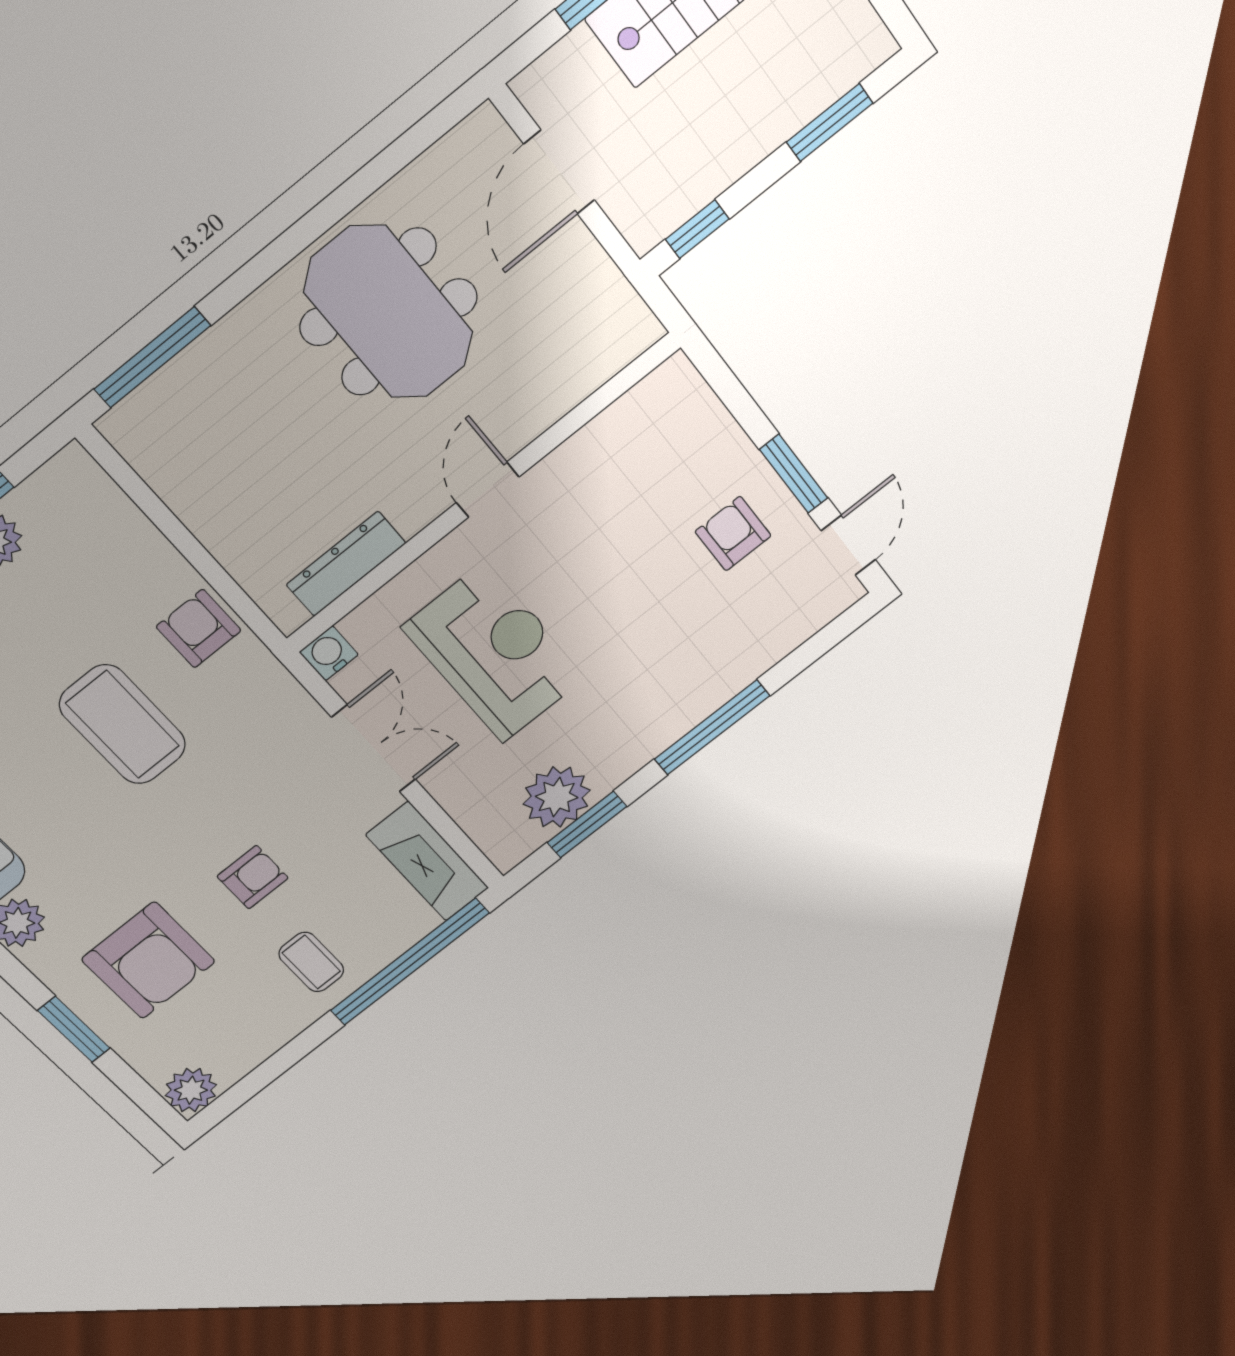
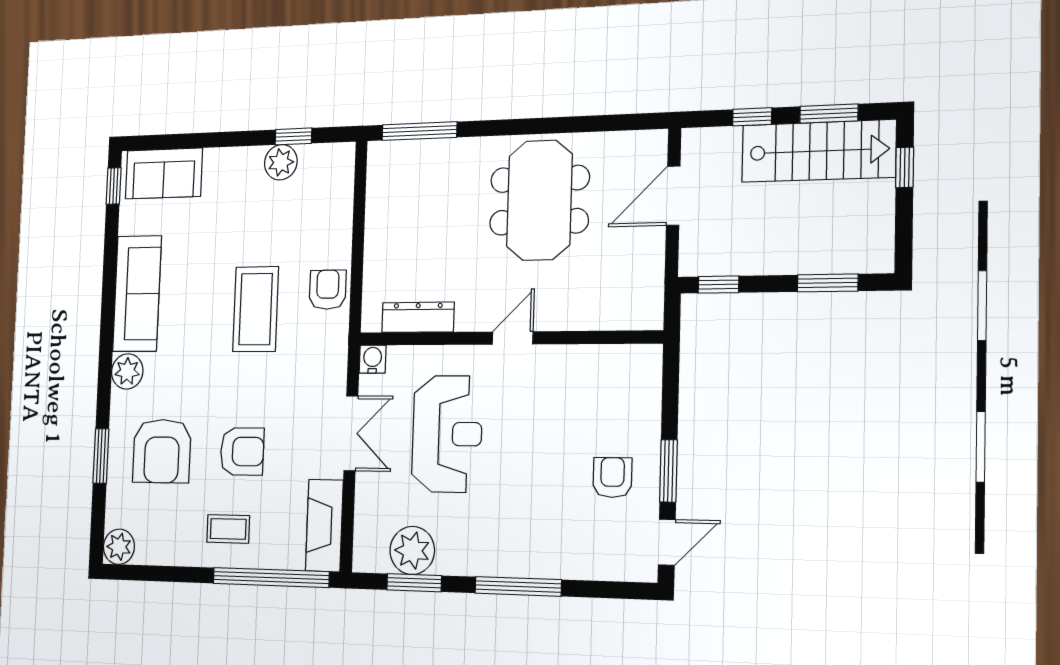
armchair: (253, 877) -> (242, 451), width x1.38, depth x1.38
coffee table: (311, 962) -> (228, 529), turned 90

